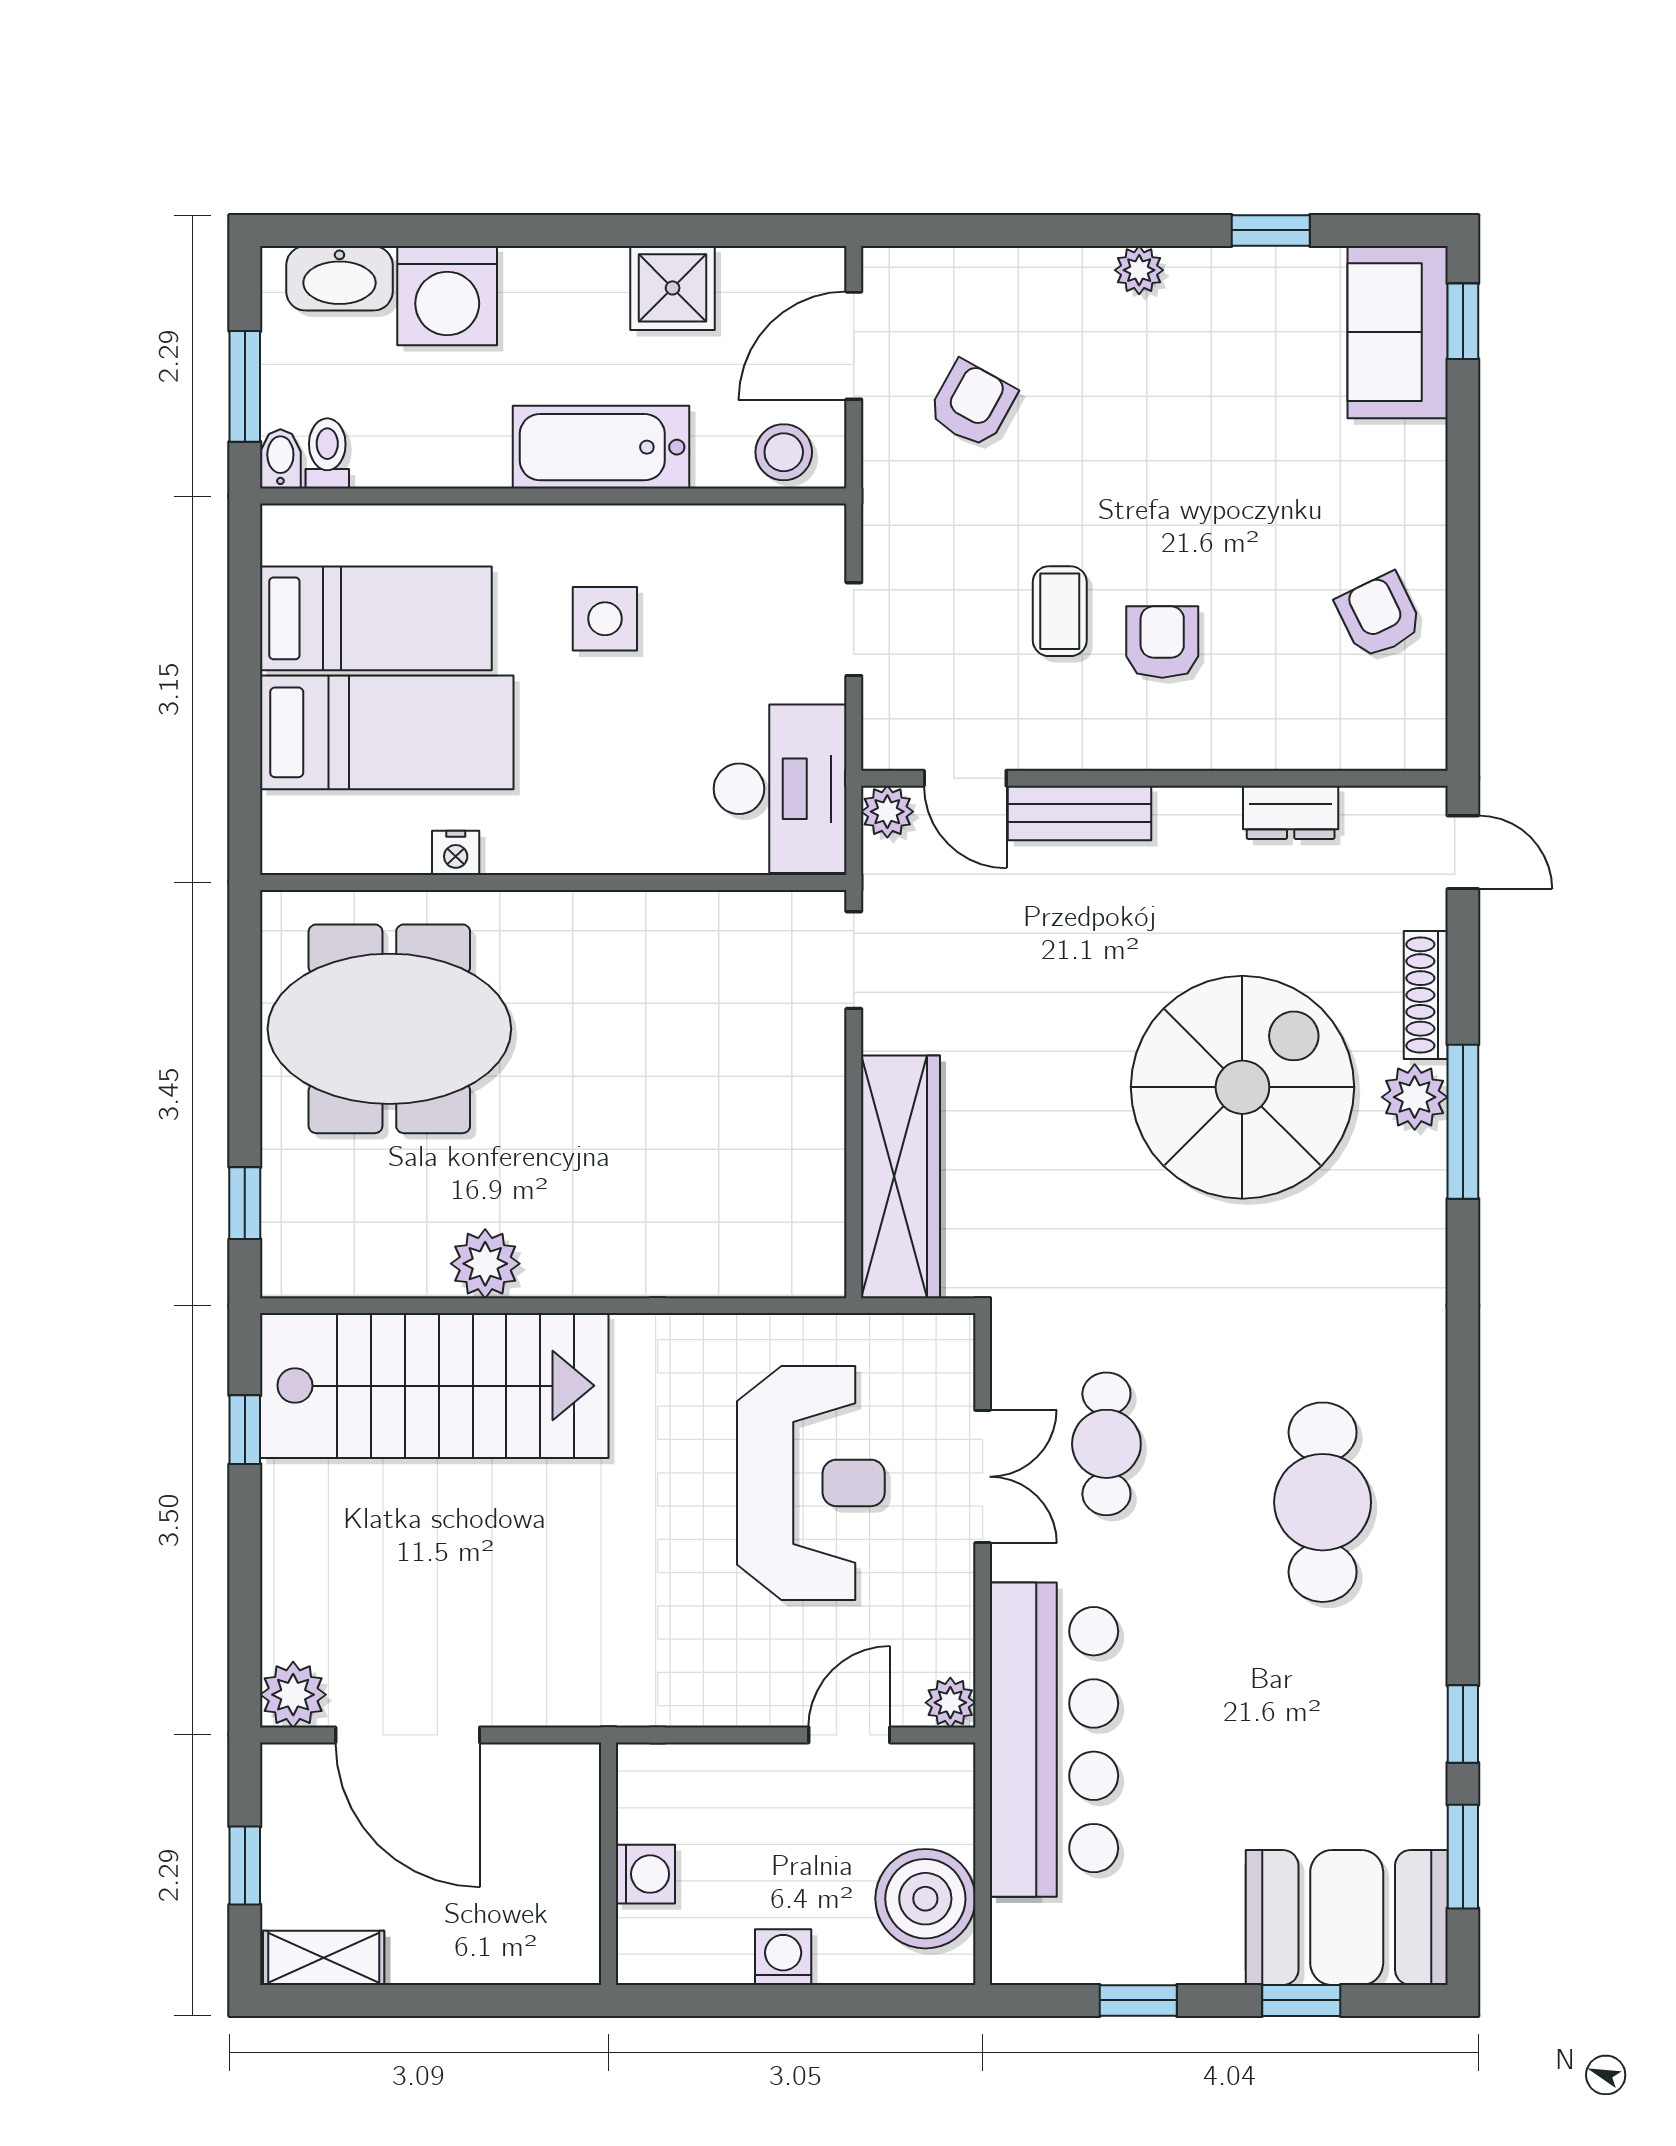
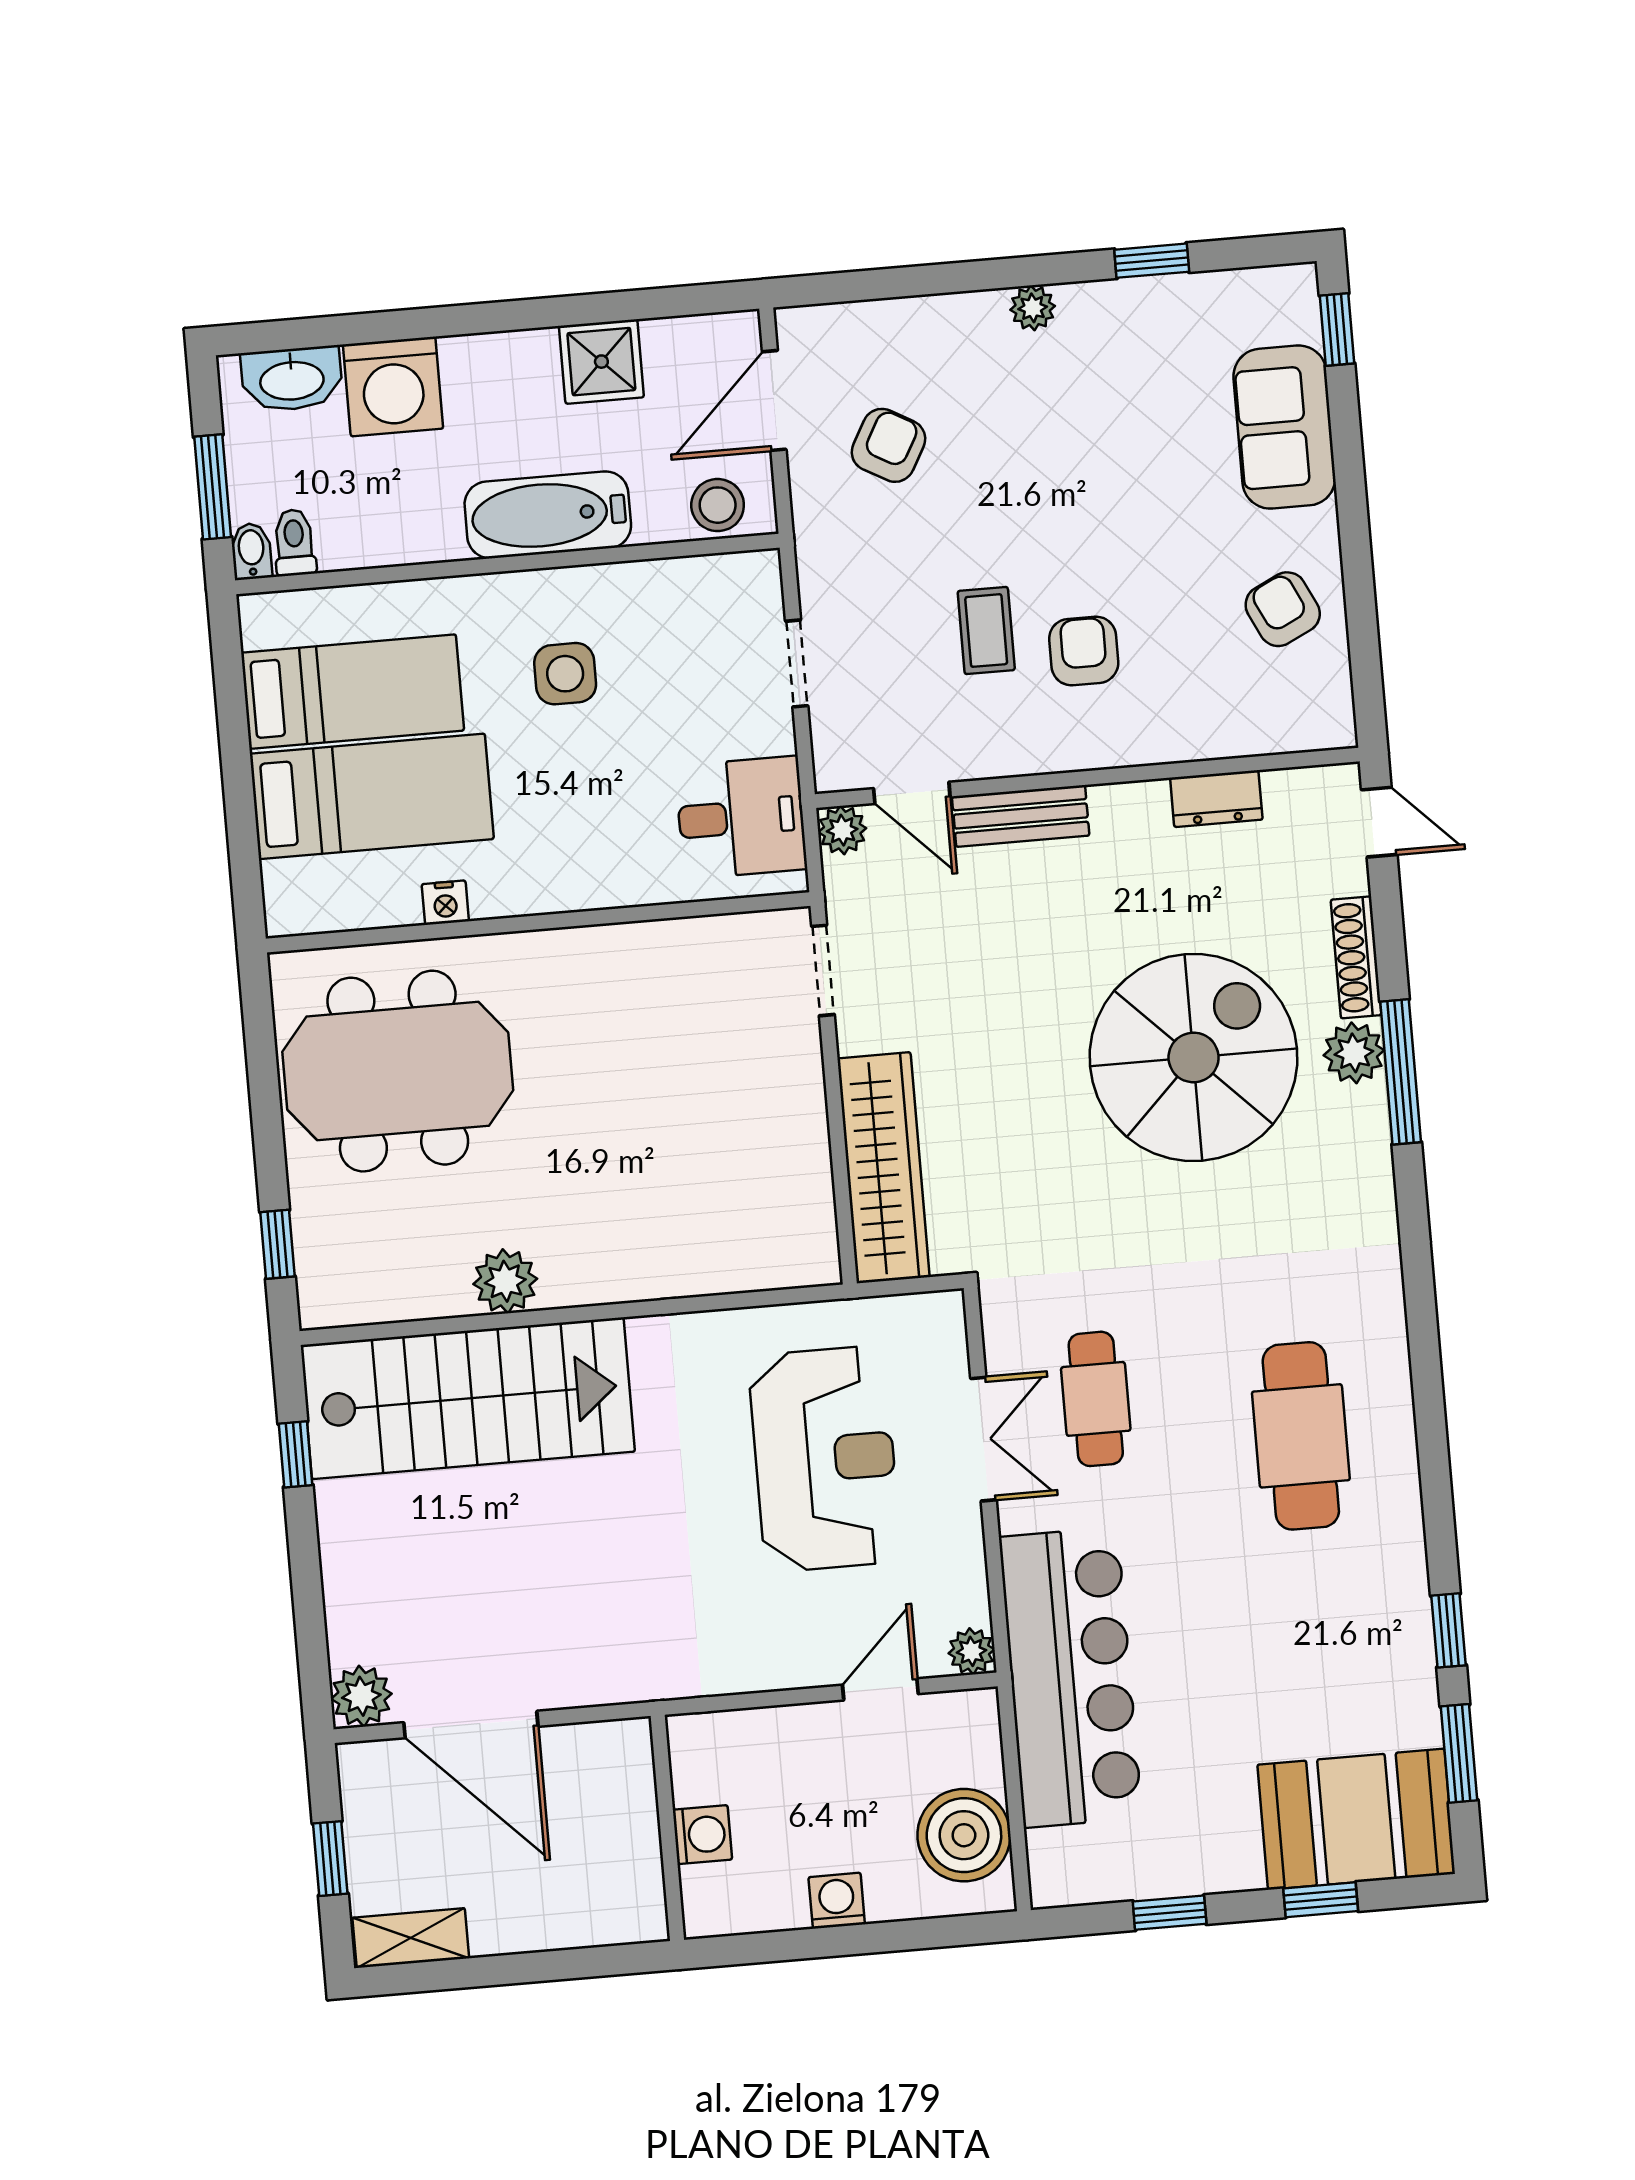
sofa: (1398, 332) -> (1284, 427), moved
desk: (780, 789) -> (741, 817), width x0.73

